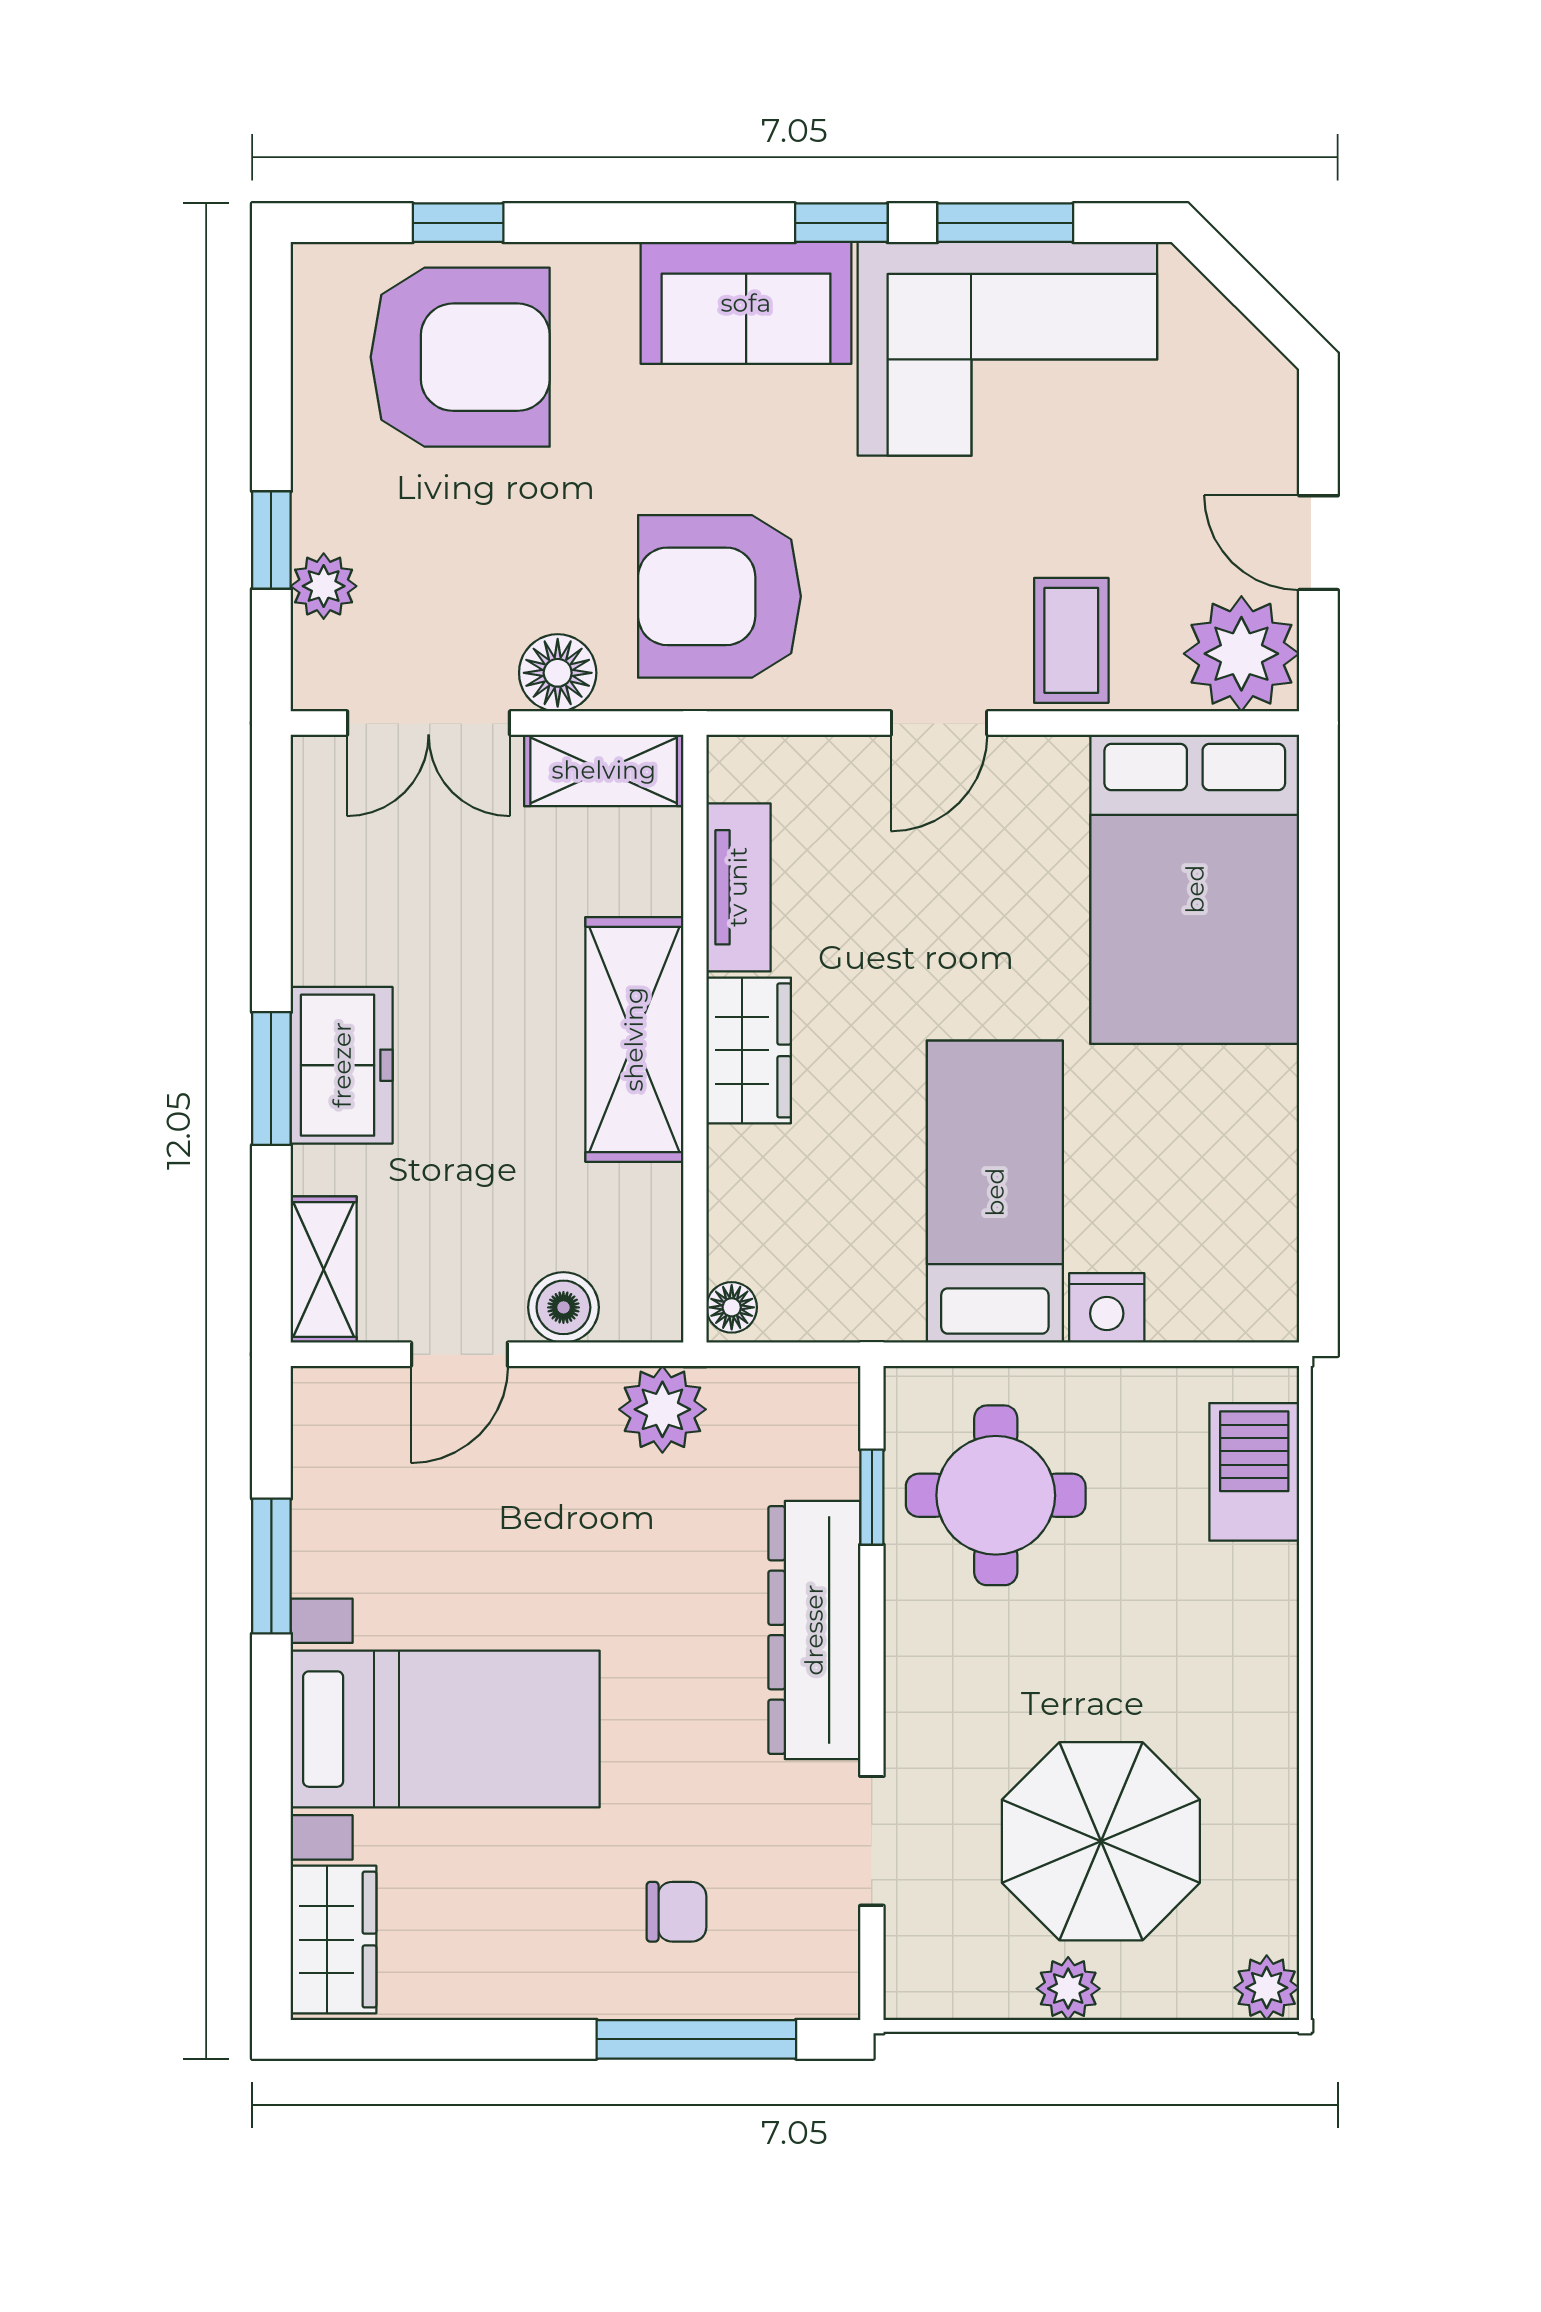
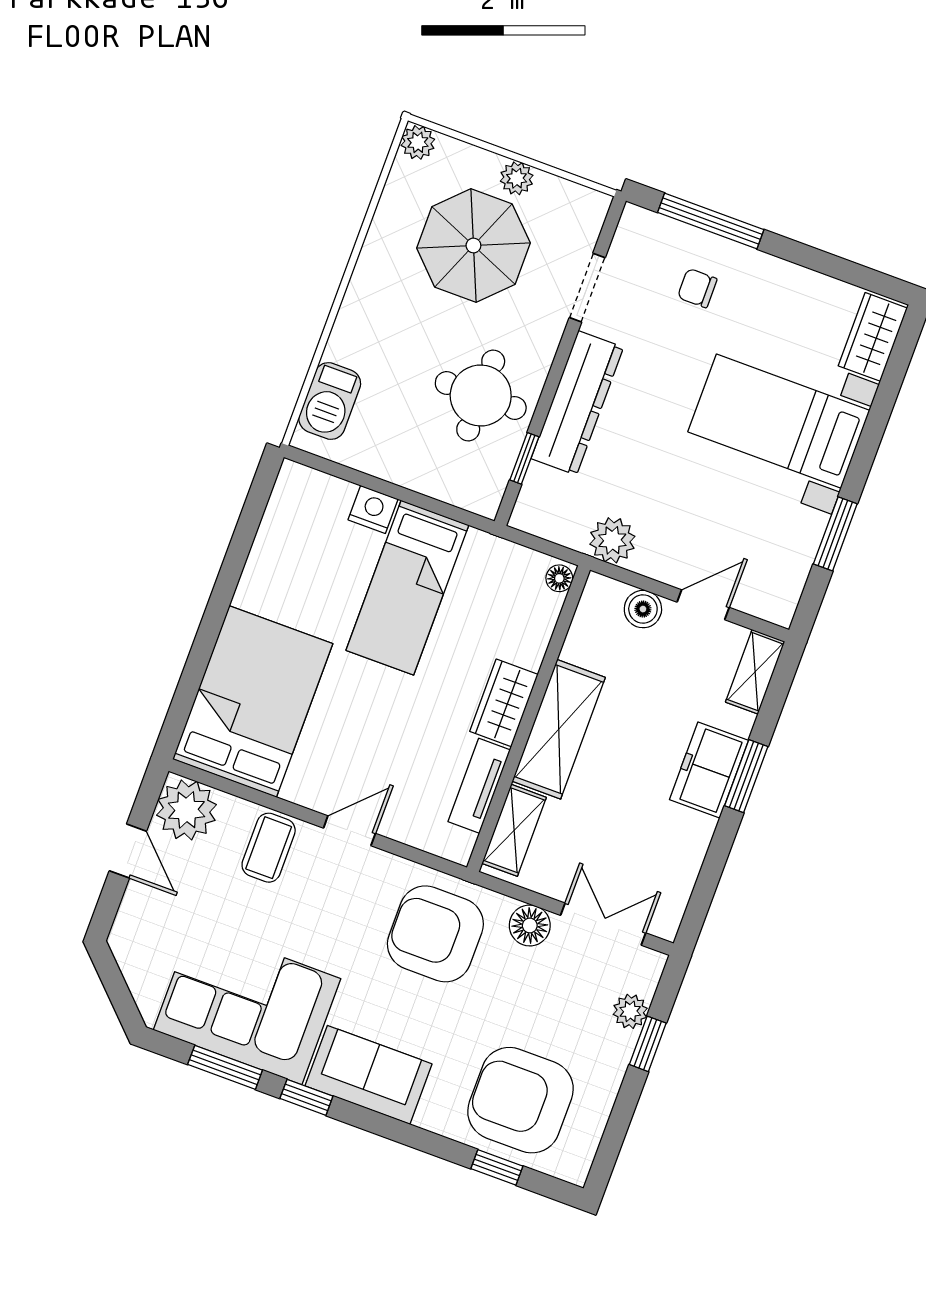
armchair: (719, 596) -> (435, 934), turned 180
shelving: (604, 770) -> (514, 830), moved, turned 90
round table: (996, 1495) -> (481, 395), moved

